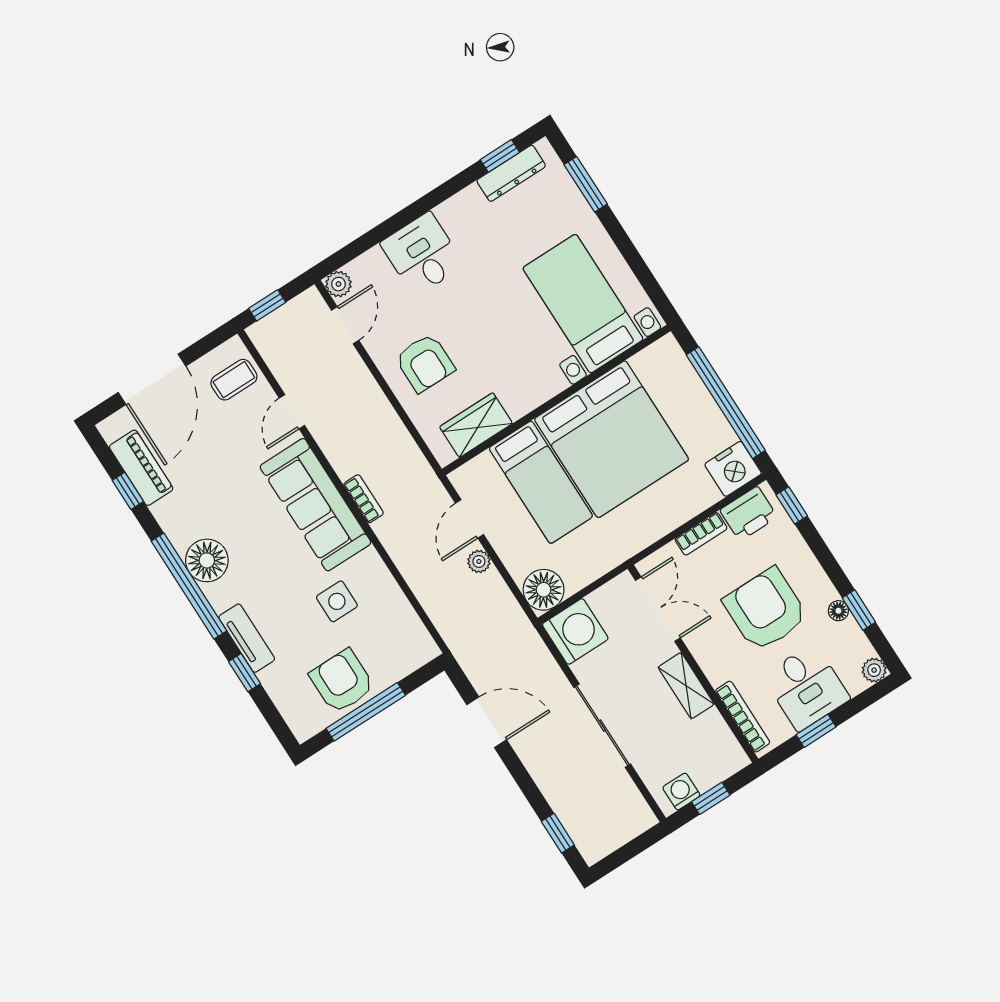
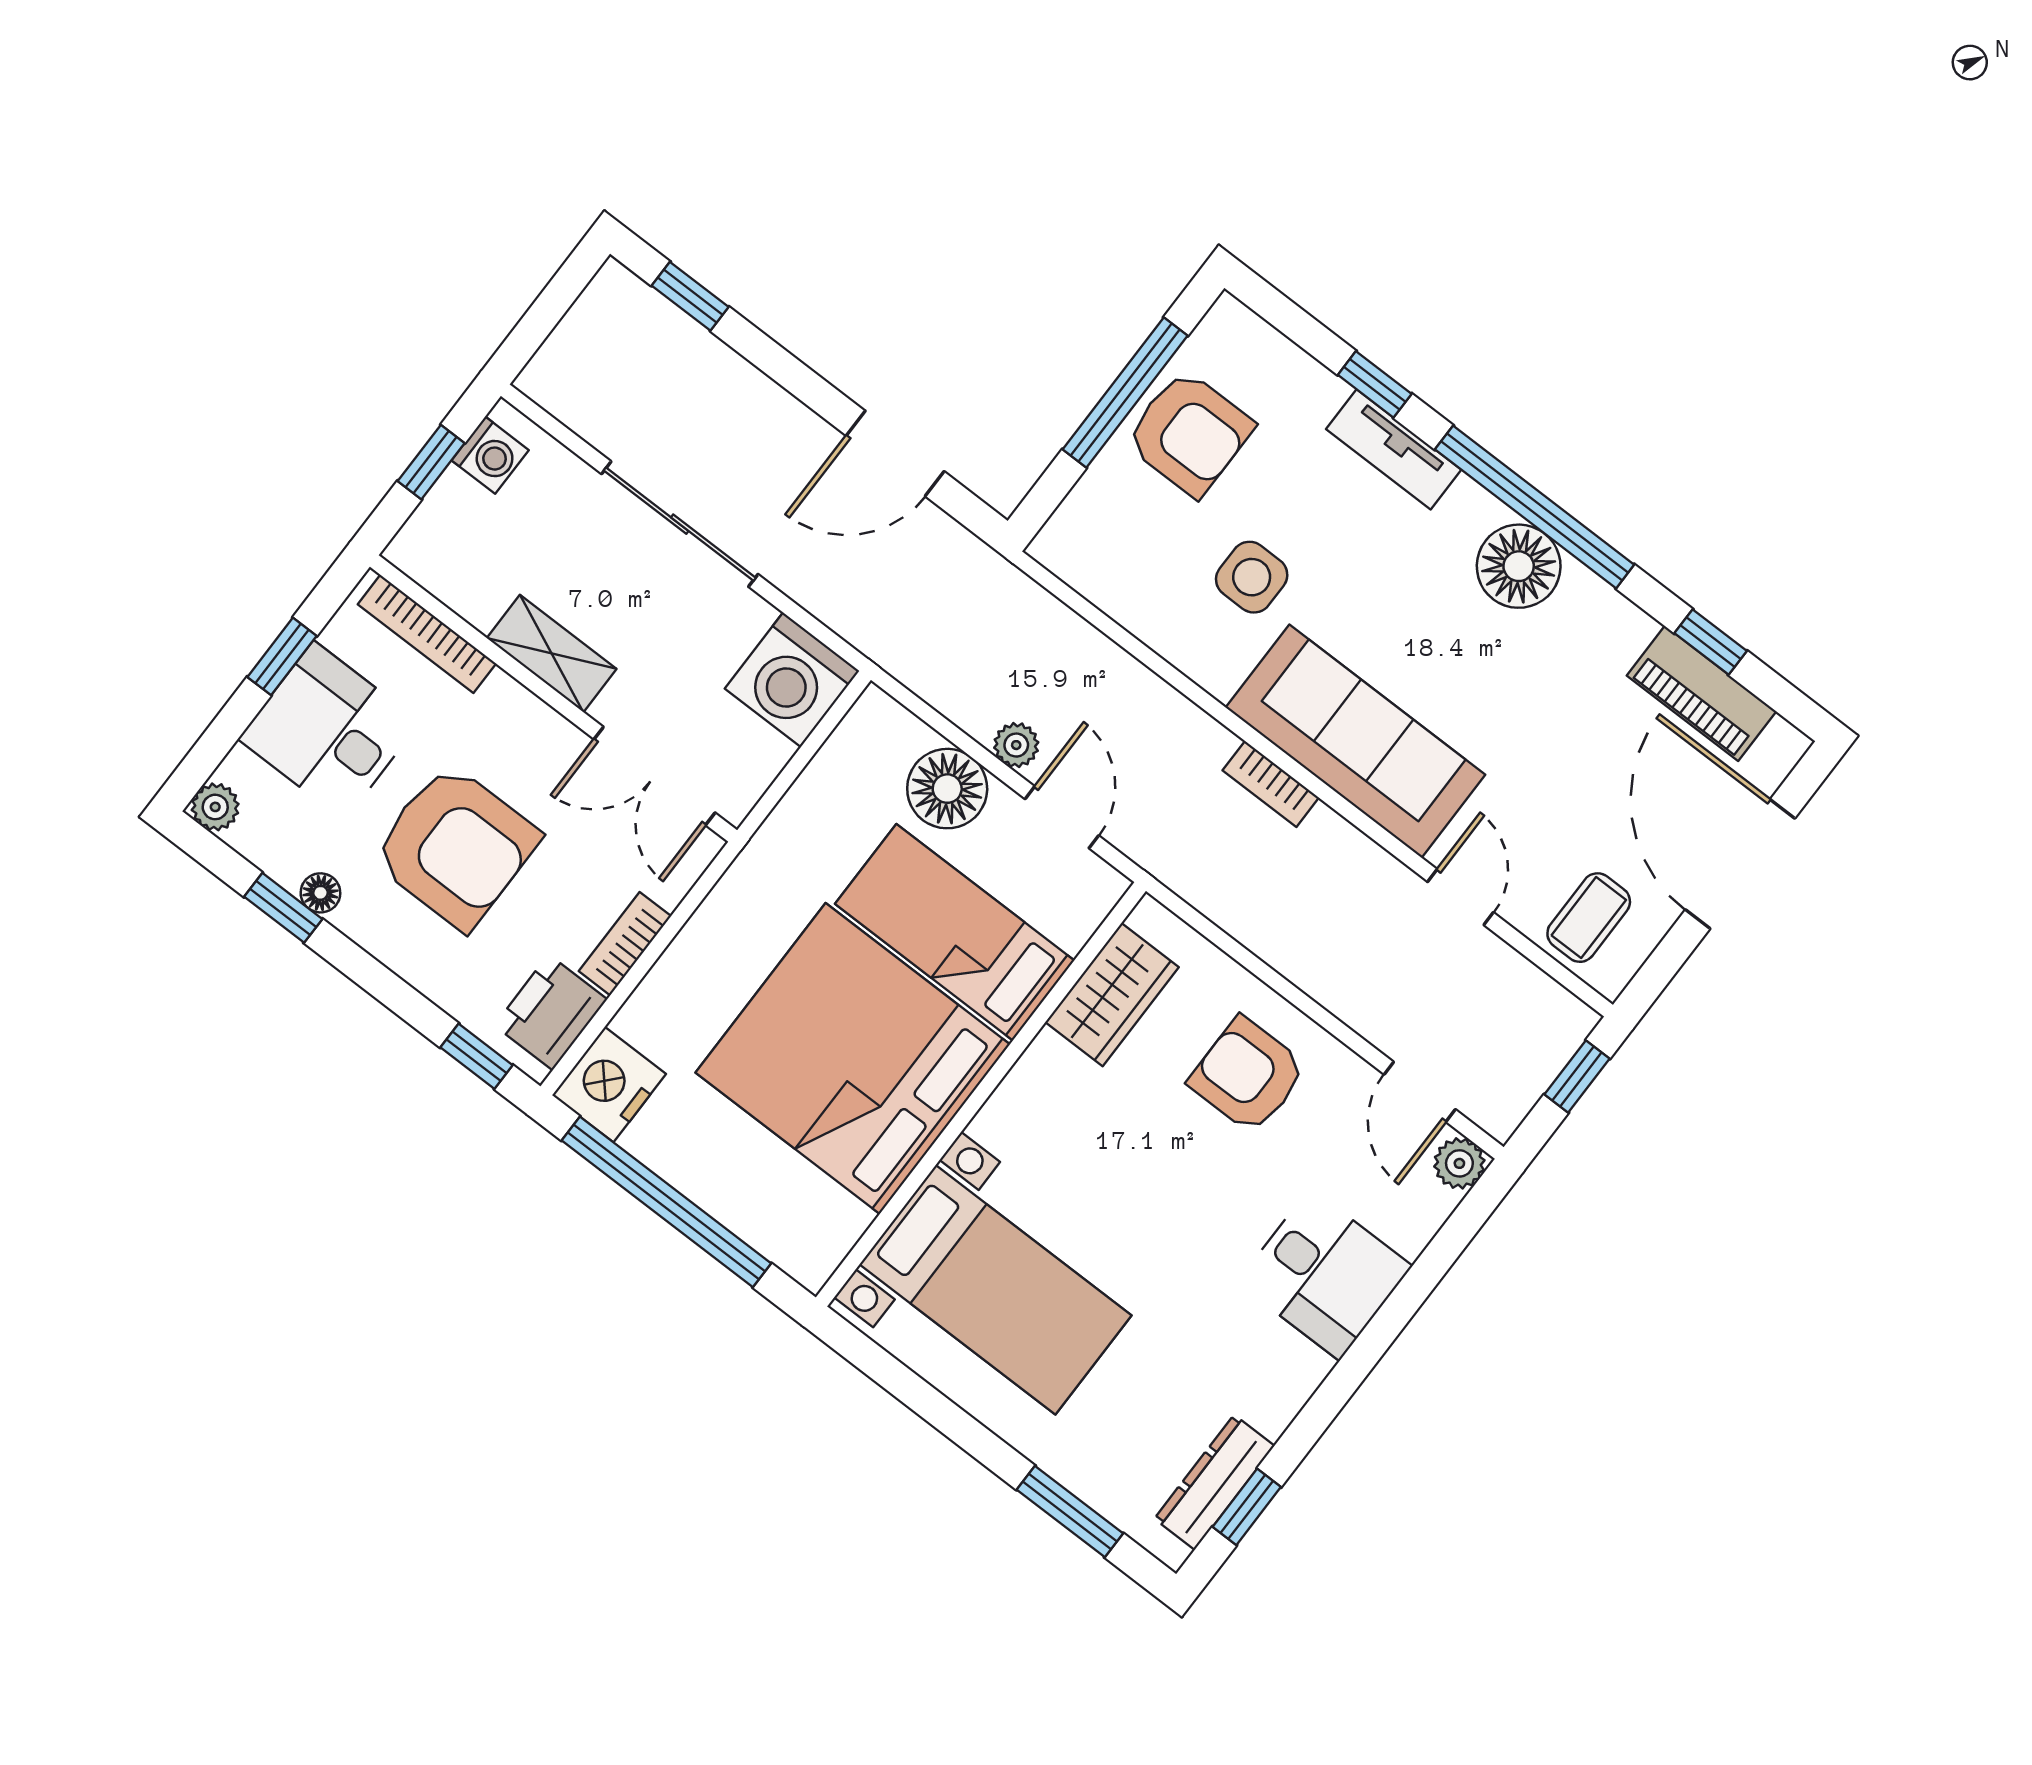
floor lamp: (544, 590) -> (947, 789), moved

